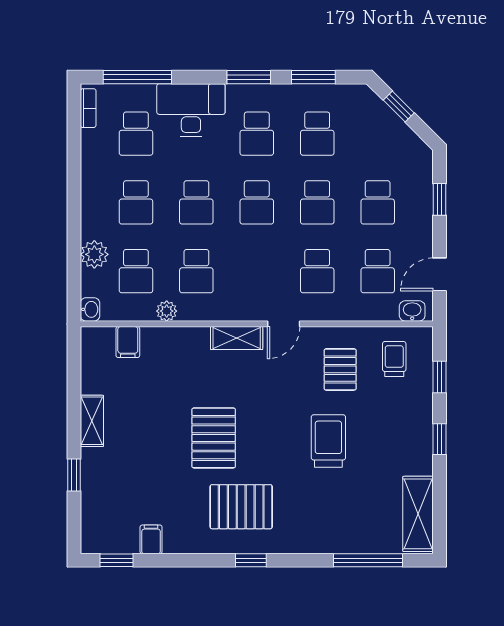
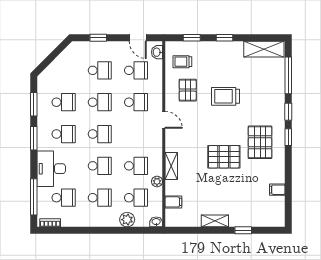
window: (399, 106) -> (49, 59), removed
shelving: (237, 338) -> (171, 166), moved
pallet: (340, 369) -> (188, 90), turned 90
window: (117, 560) -> (288, 112), moved

